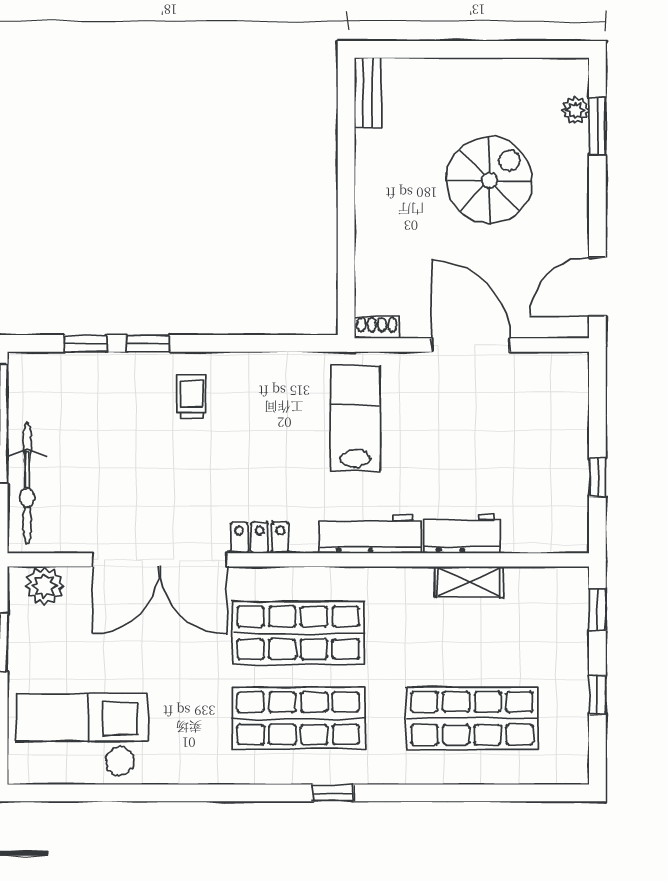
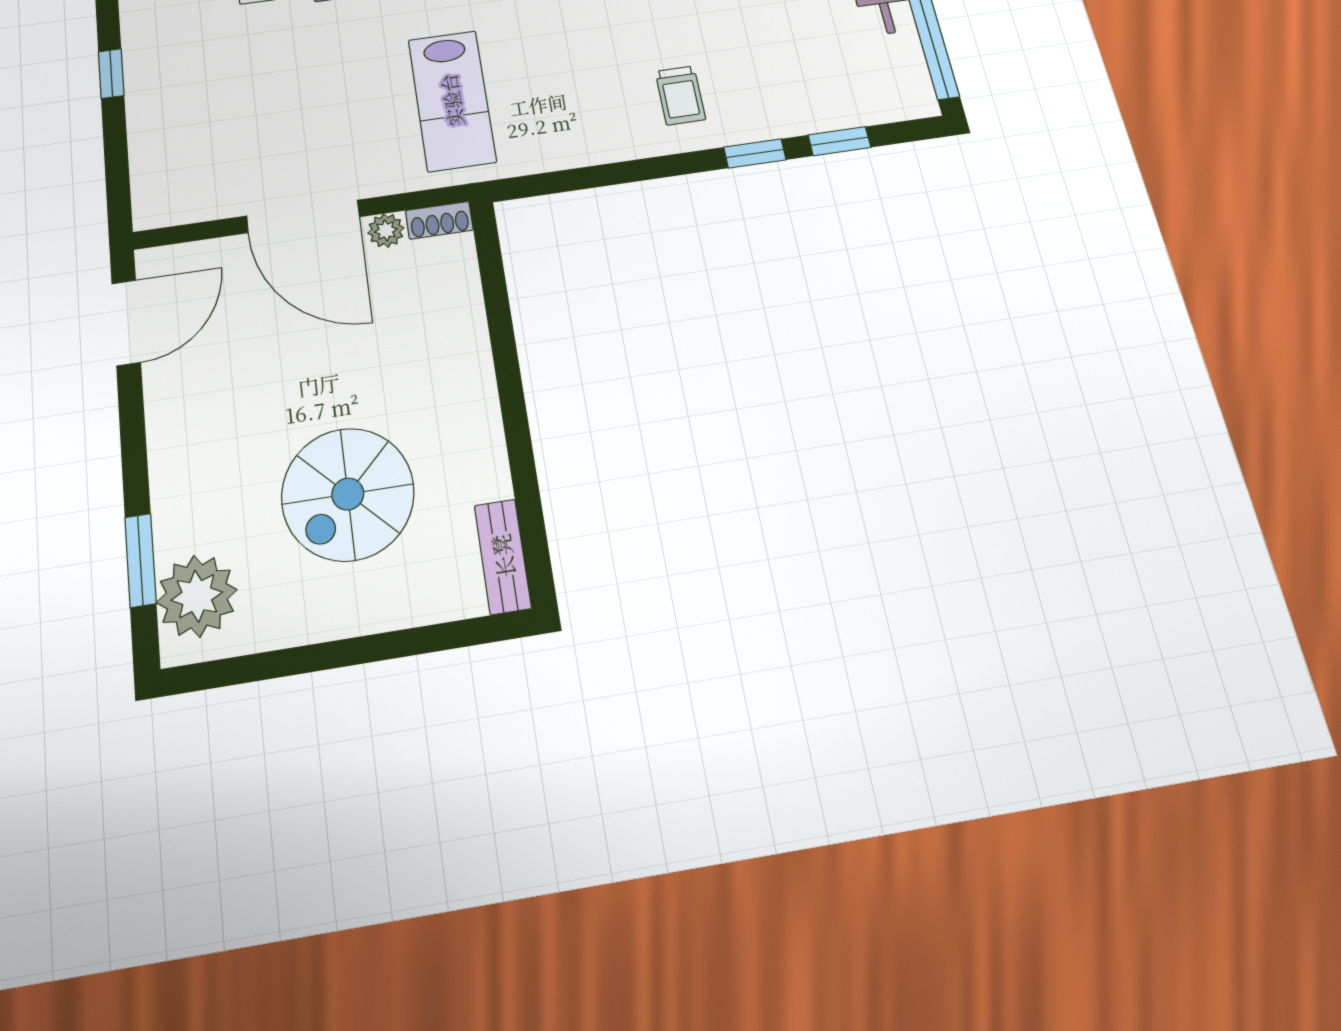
plant: (575, 110) -> (197, 596), width x1.88, depth x1.88
spiral stairs: (489, 180) -> (348, 494), moved
plant: (415, 326) -> (386, 230), added

